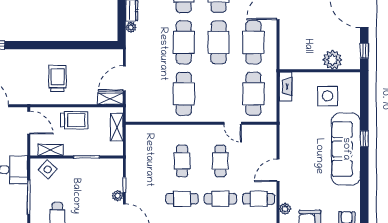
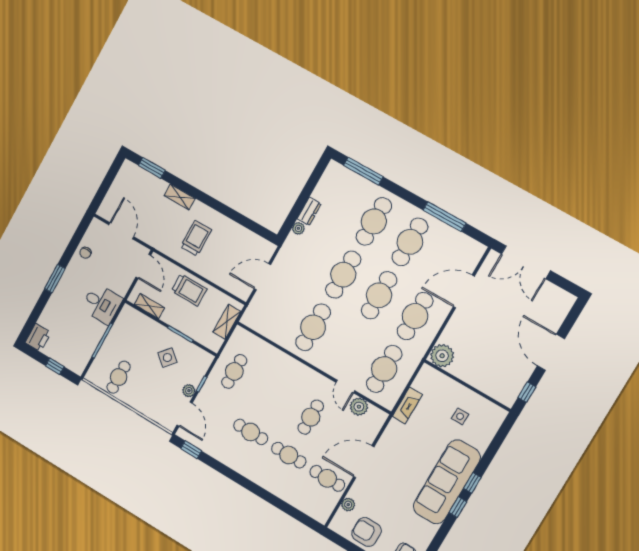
plant: (332, 60) -> (442, 356), moved
fireplace: (286, 87) -> (407, 405), moved
side table: (328, 96) -> (460, 416), width x0.54, depth x0.54
shelving: (110, 99) -> (180, 197), moved
plant: (251, 132) -> (359, 407), added
cafe table: (182, 161) -> (234, 371), moved
window: (364, 162) -> (458, 507), added
side table: (48, 169) -> (167, 358), moved
door: (278, 170) -> (364, 462), width x1.36

